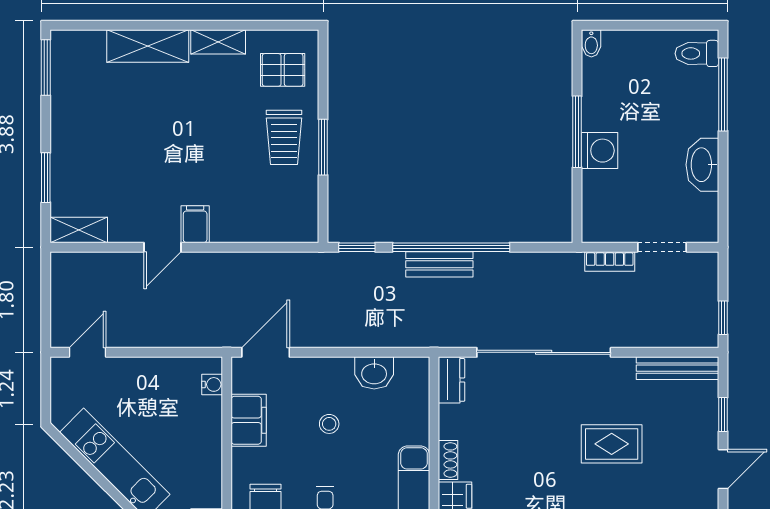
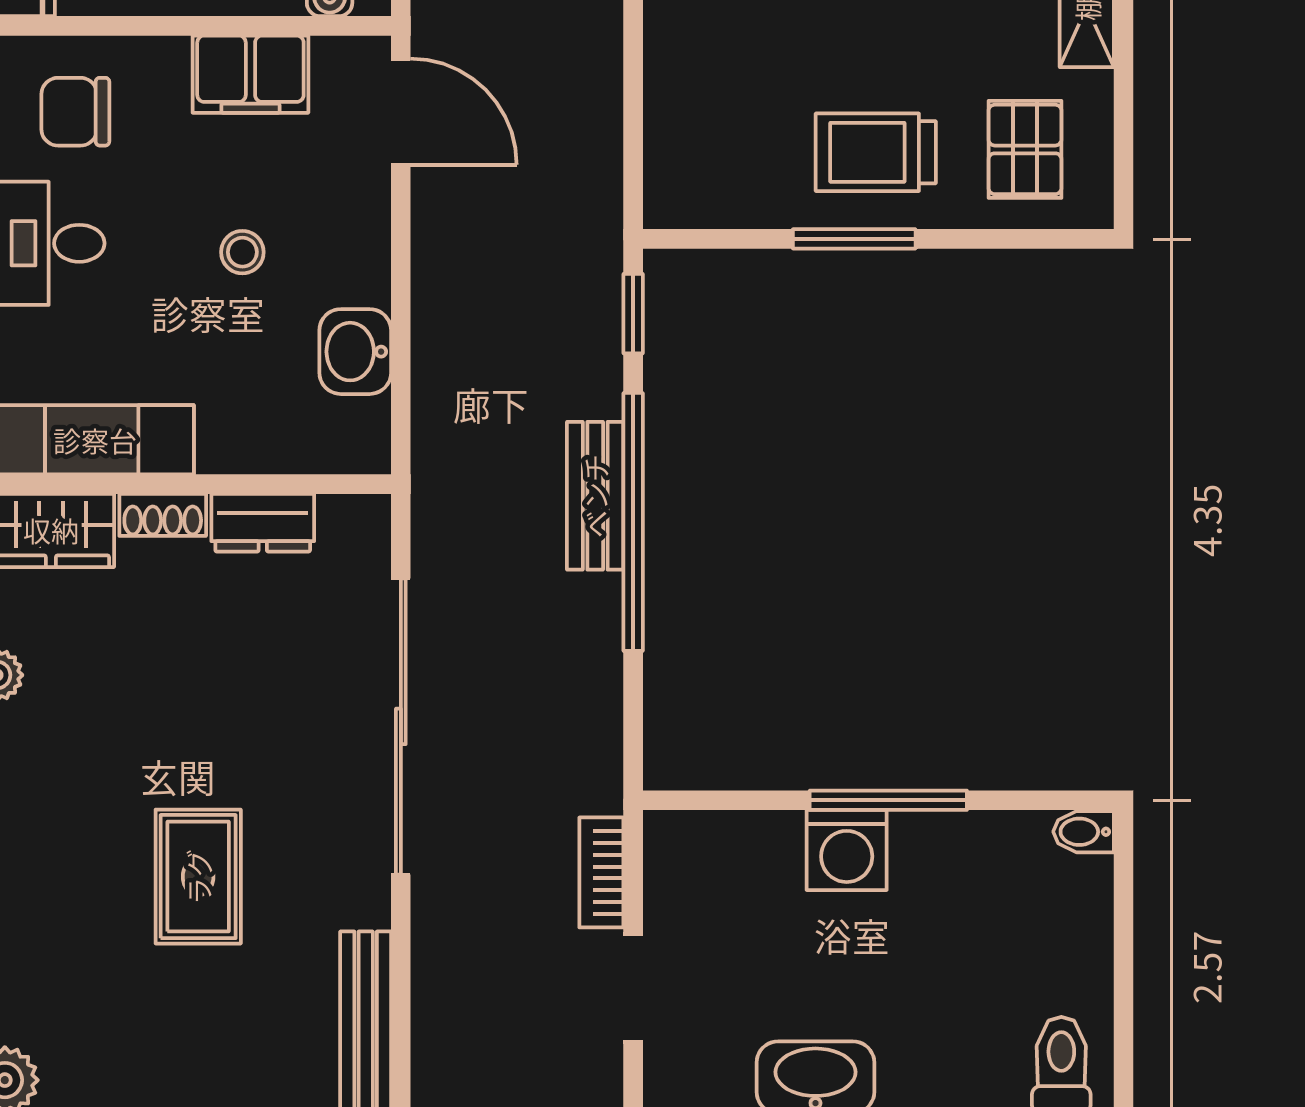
dresser: (452, 380) -> (263, 523), moved

